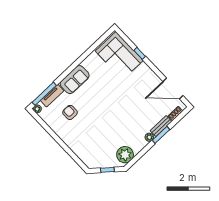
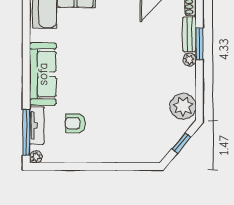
sofa: (75, 80) -> (43, 74), width x1.36

